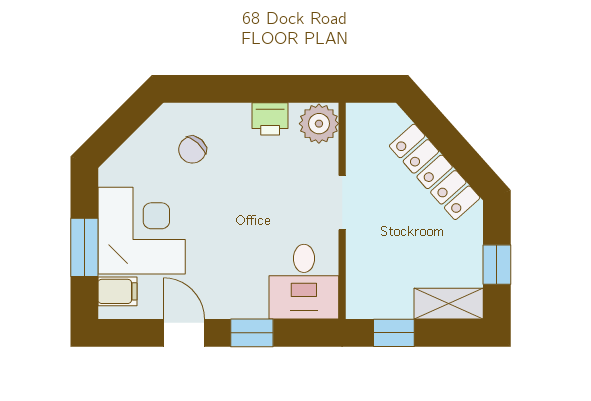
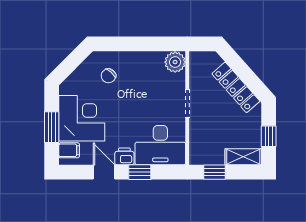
printer: (270, 119) -> (124, 156), moved, turned 180
desk: (304, 282) -> (160, 145), width x1.37

